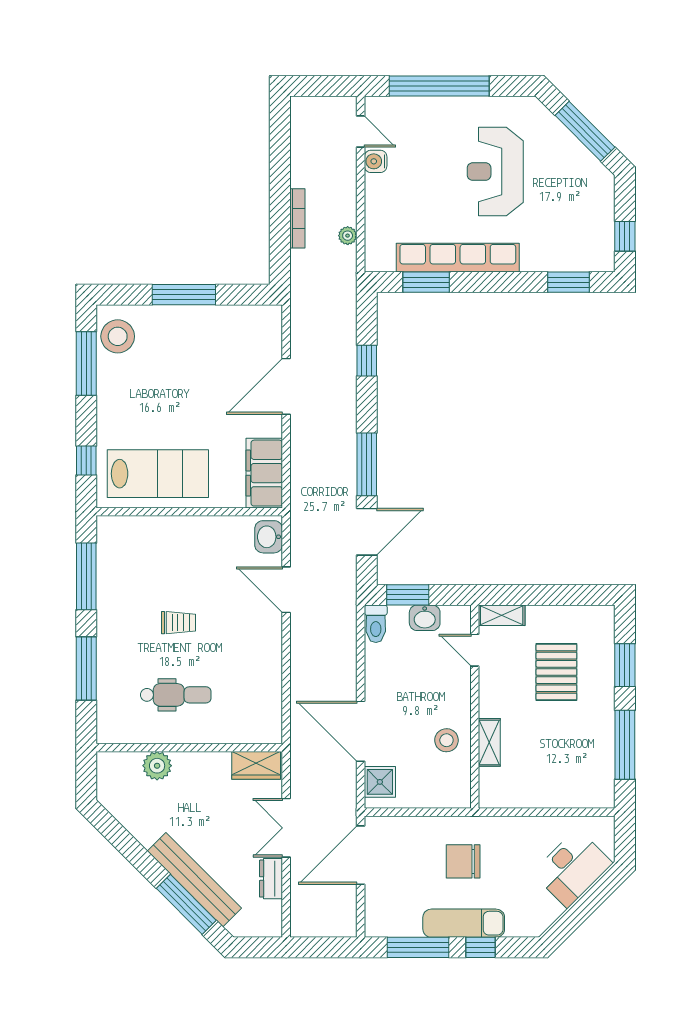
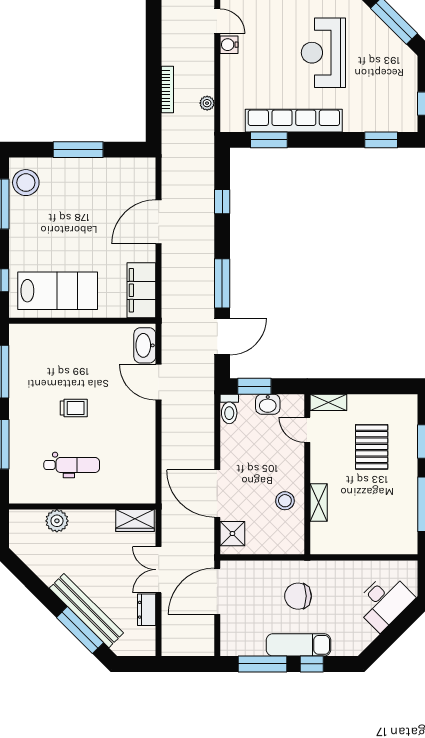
washbasin: (269, 537) -> (145, 345), width x1.38

